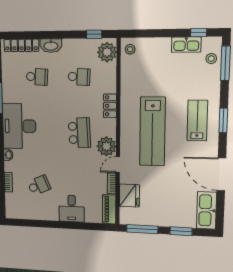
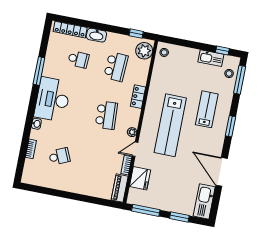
school desk: (79, 77) -> (116, 67), width x1.85
lab bench: (197, 121) -> (207, 109), moved
plant: (106, 146) -> (132, 132), width x0.53, depth x0.53
desk: (72, 209) -> (85, 182), removed

